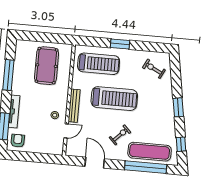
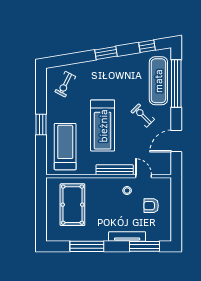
pool table: (47, 66) -> (72, 205), turned 90
treadmill: (114, 99) -> (103, 126), turned 180
armchair: (18, 141) -> (151, 206), moved

